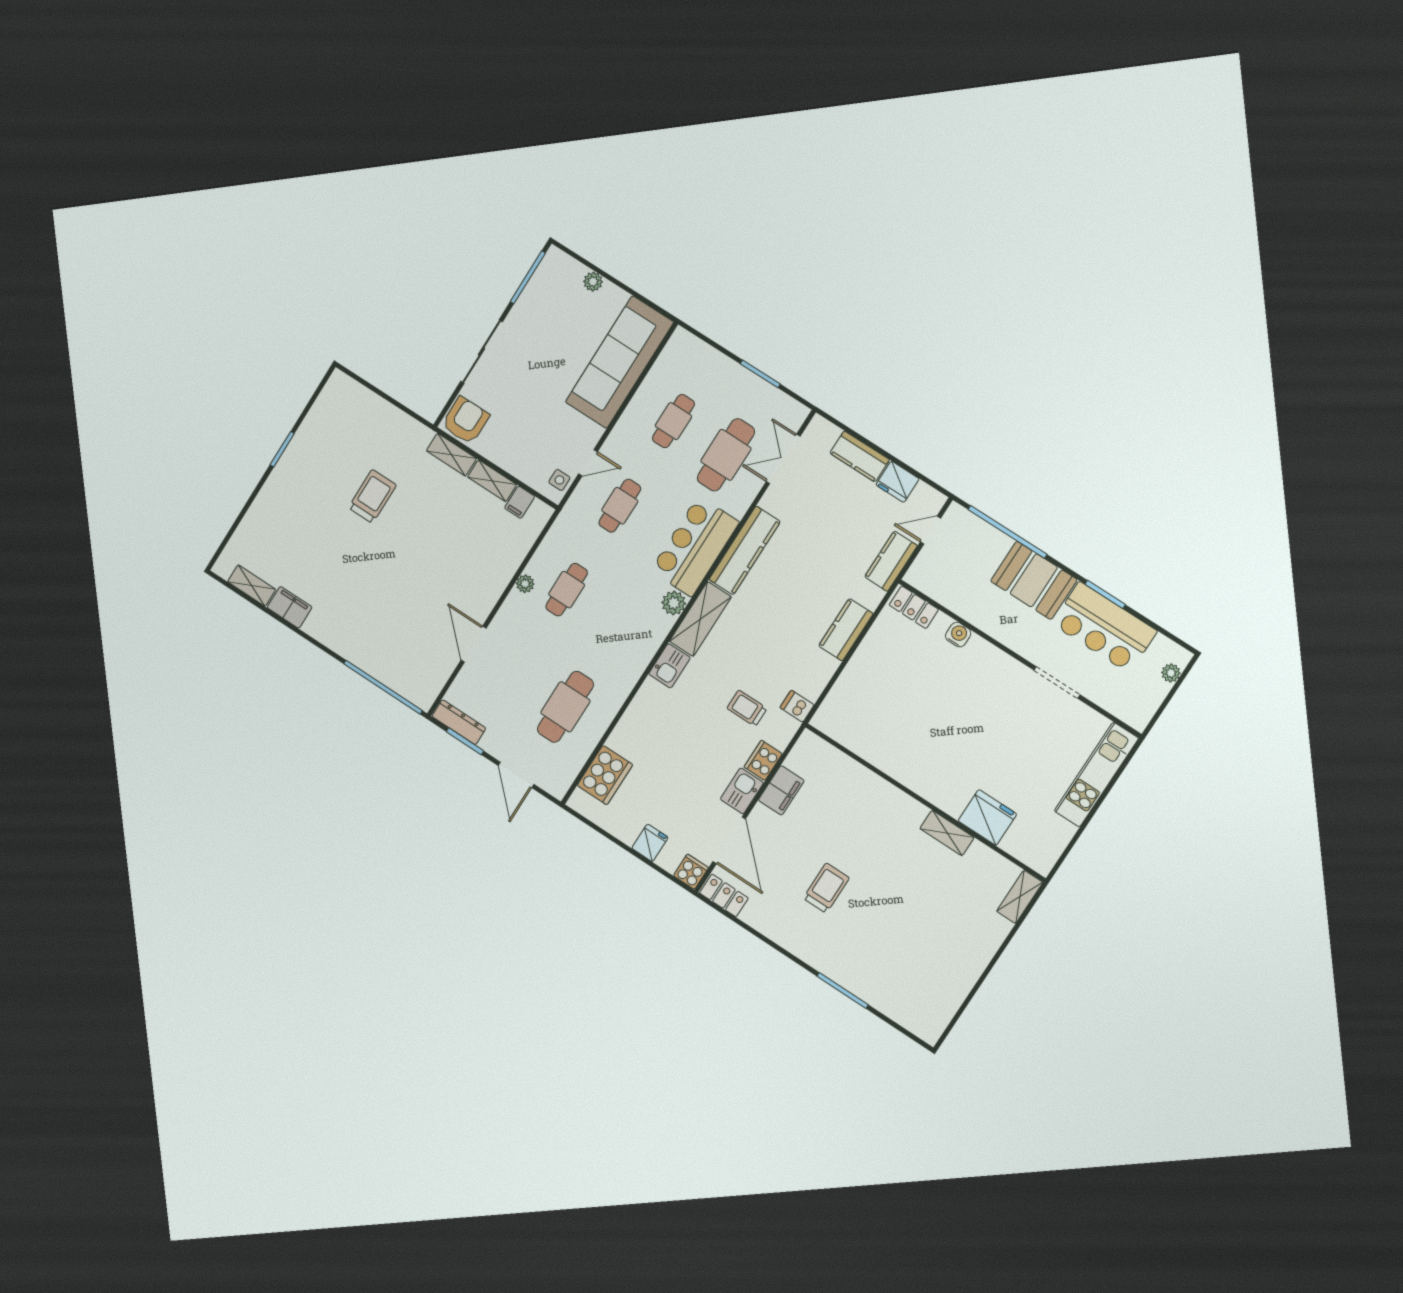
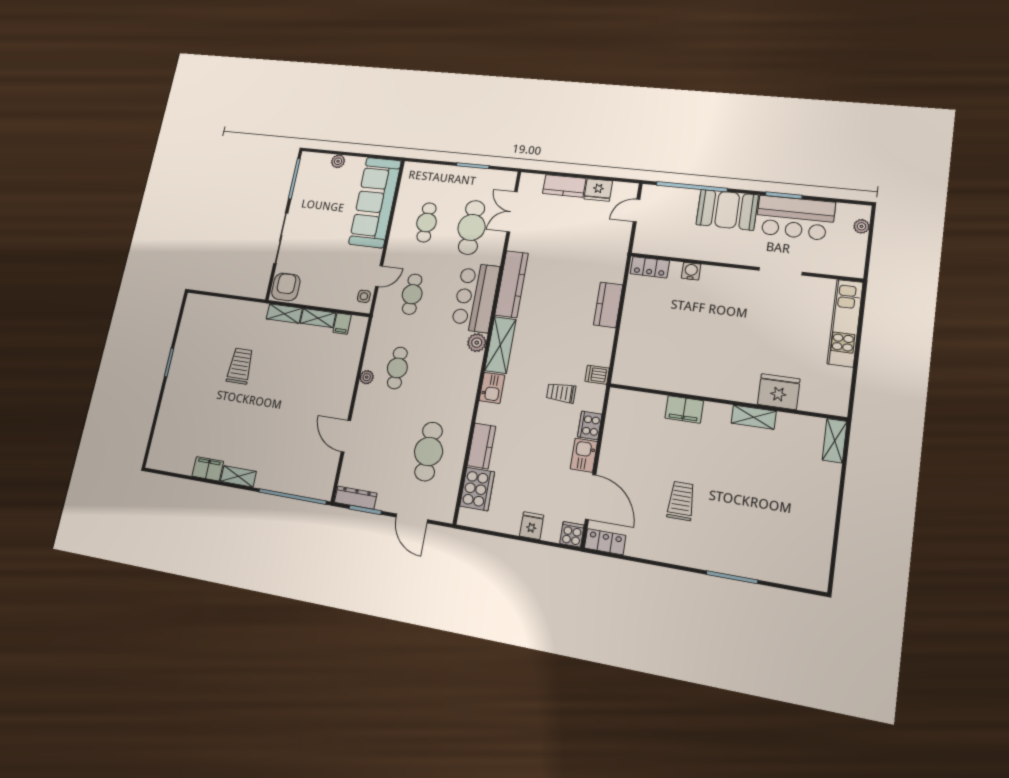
kitchen counter: (891, 561) -> (481, 446), moved, turned 180
shelving: (252, 586) -> (238, 476), moved
filing cabinet: (781, 790) -> (684, 409), moved, turned 90

